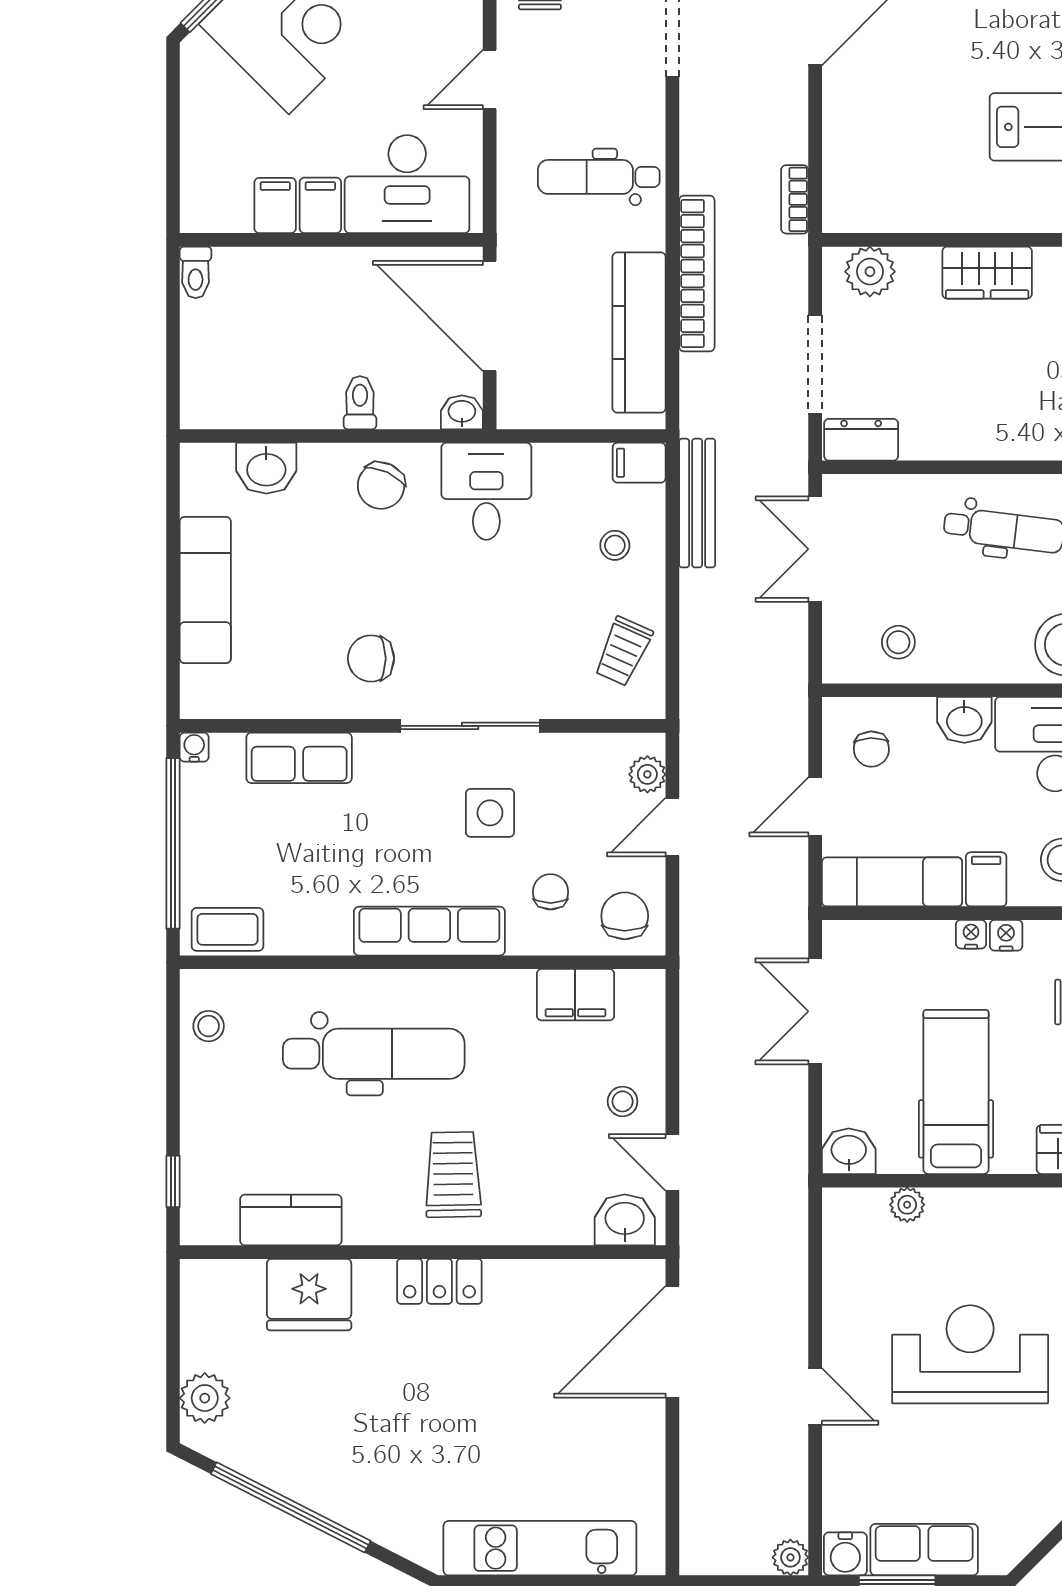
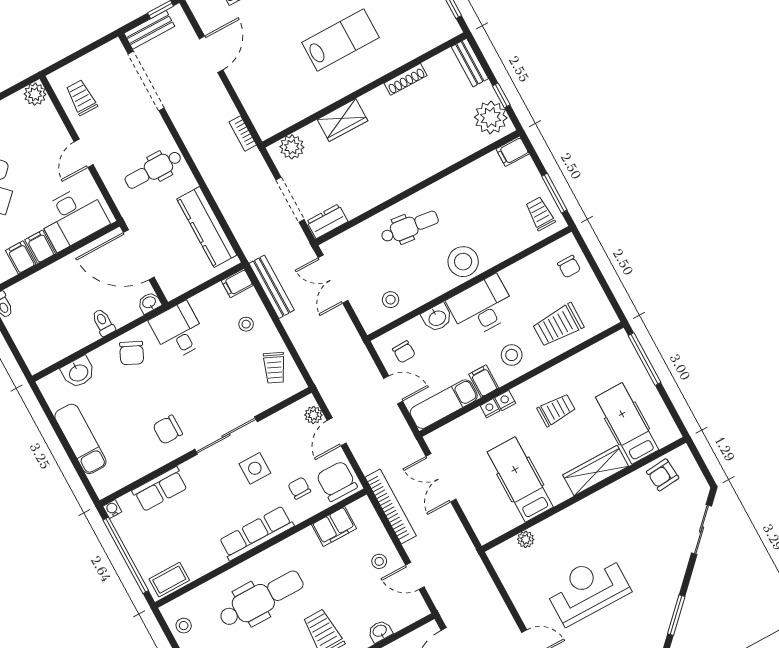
bookcase: (697, 273) -> (391, 506), moved
door: (815, 807) -> (393, 390), swing flipped
chair: (625, 916) -> (337, 481), width x1.37, depth x1.37
washbasin: (849, 1151) -> (488, 530), removed
washbasin: (625, 1220) -> (380, 631), moved, width x0.72, depth x0.69

